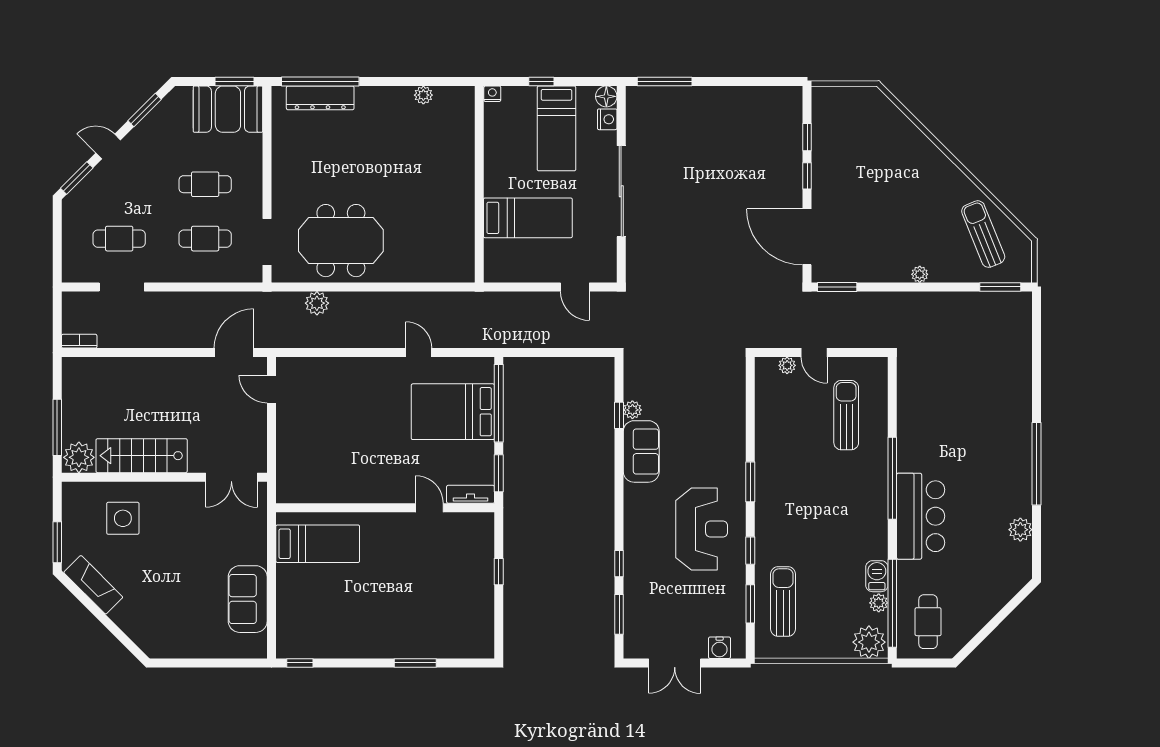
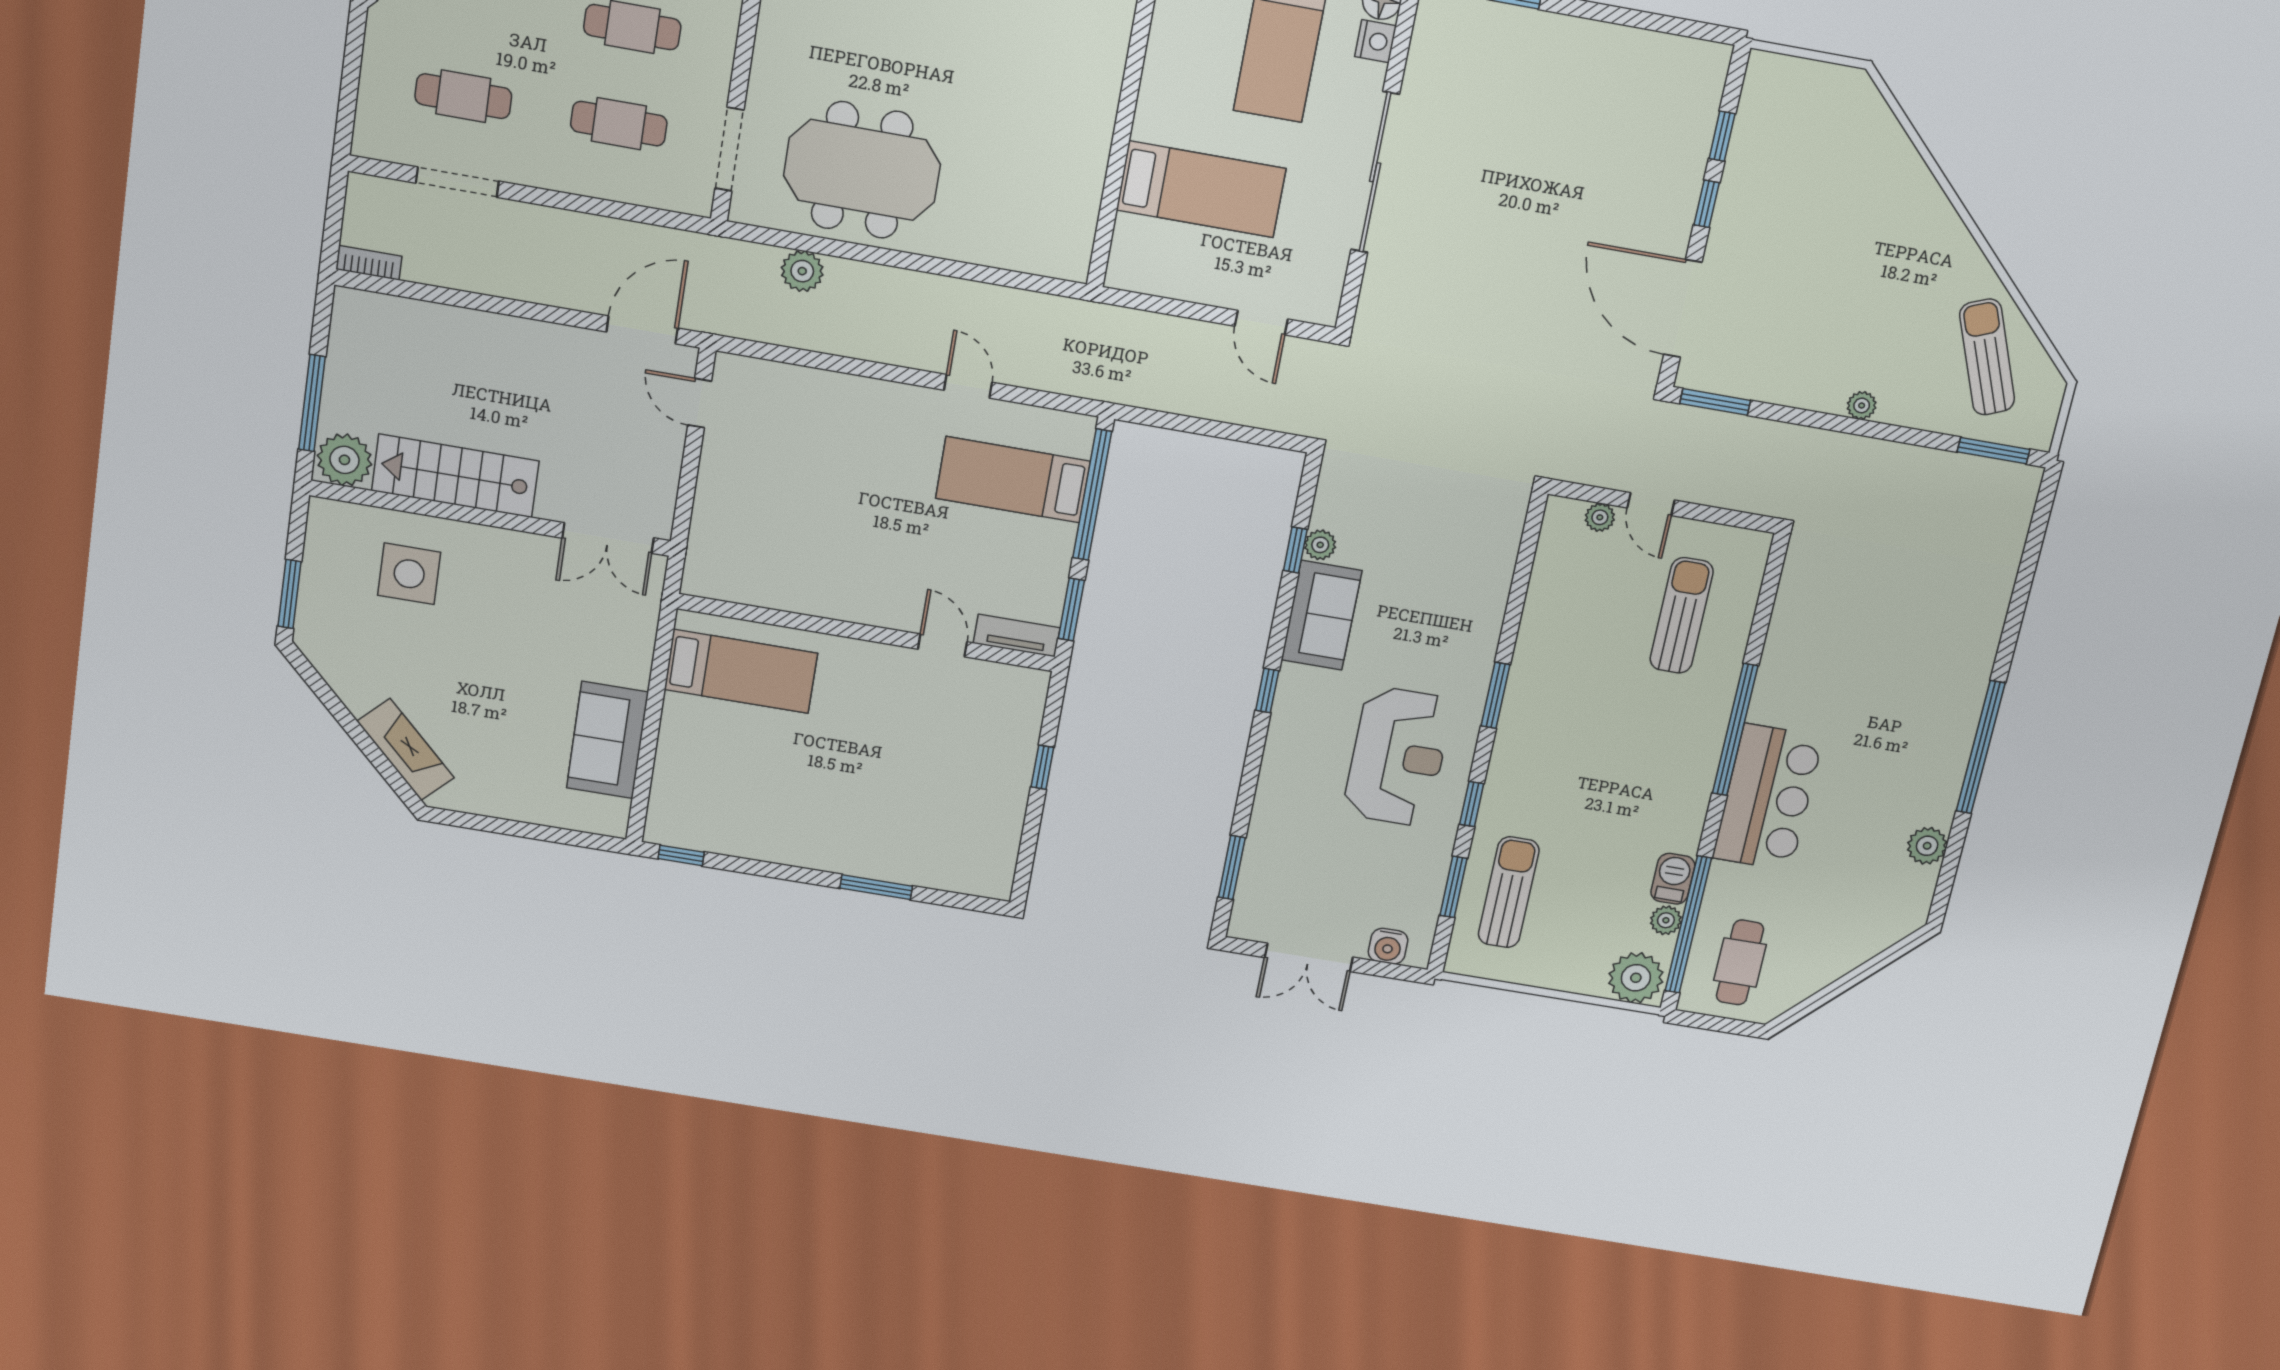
bed: (453, 412) -> (1013, 480), width x0.67
window: (619, 564) -> (1267, 690), moved
fireplace: (93, 585) -> (406, 749), moved

